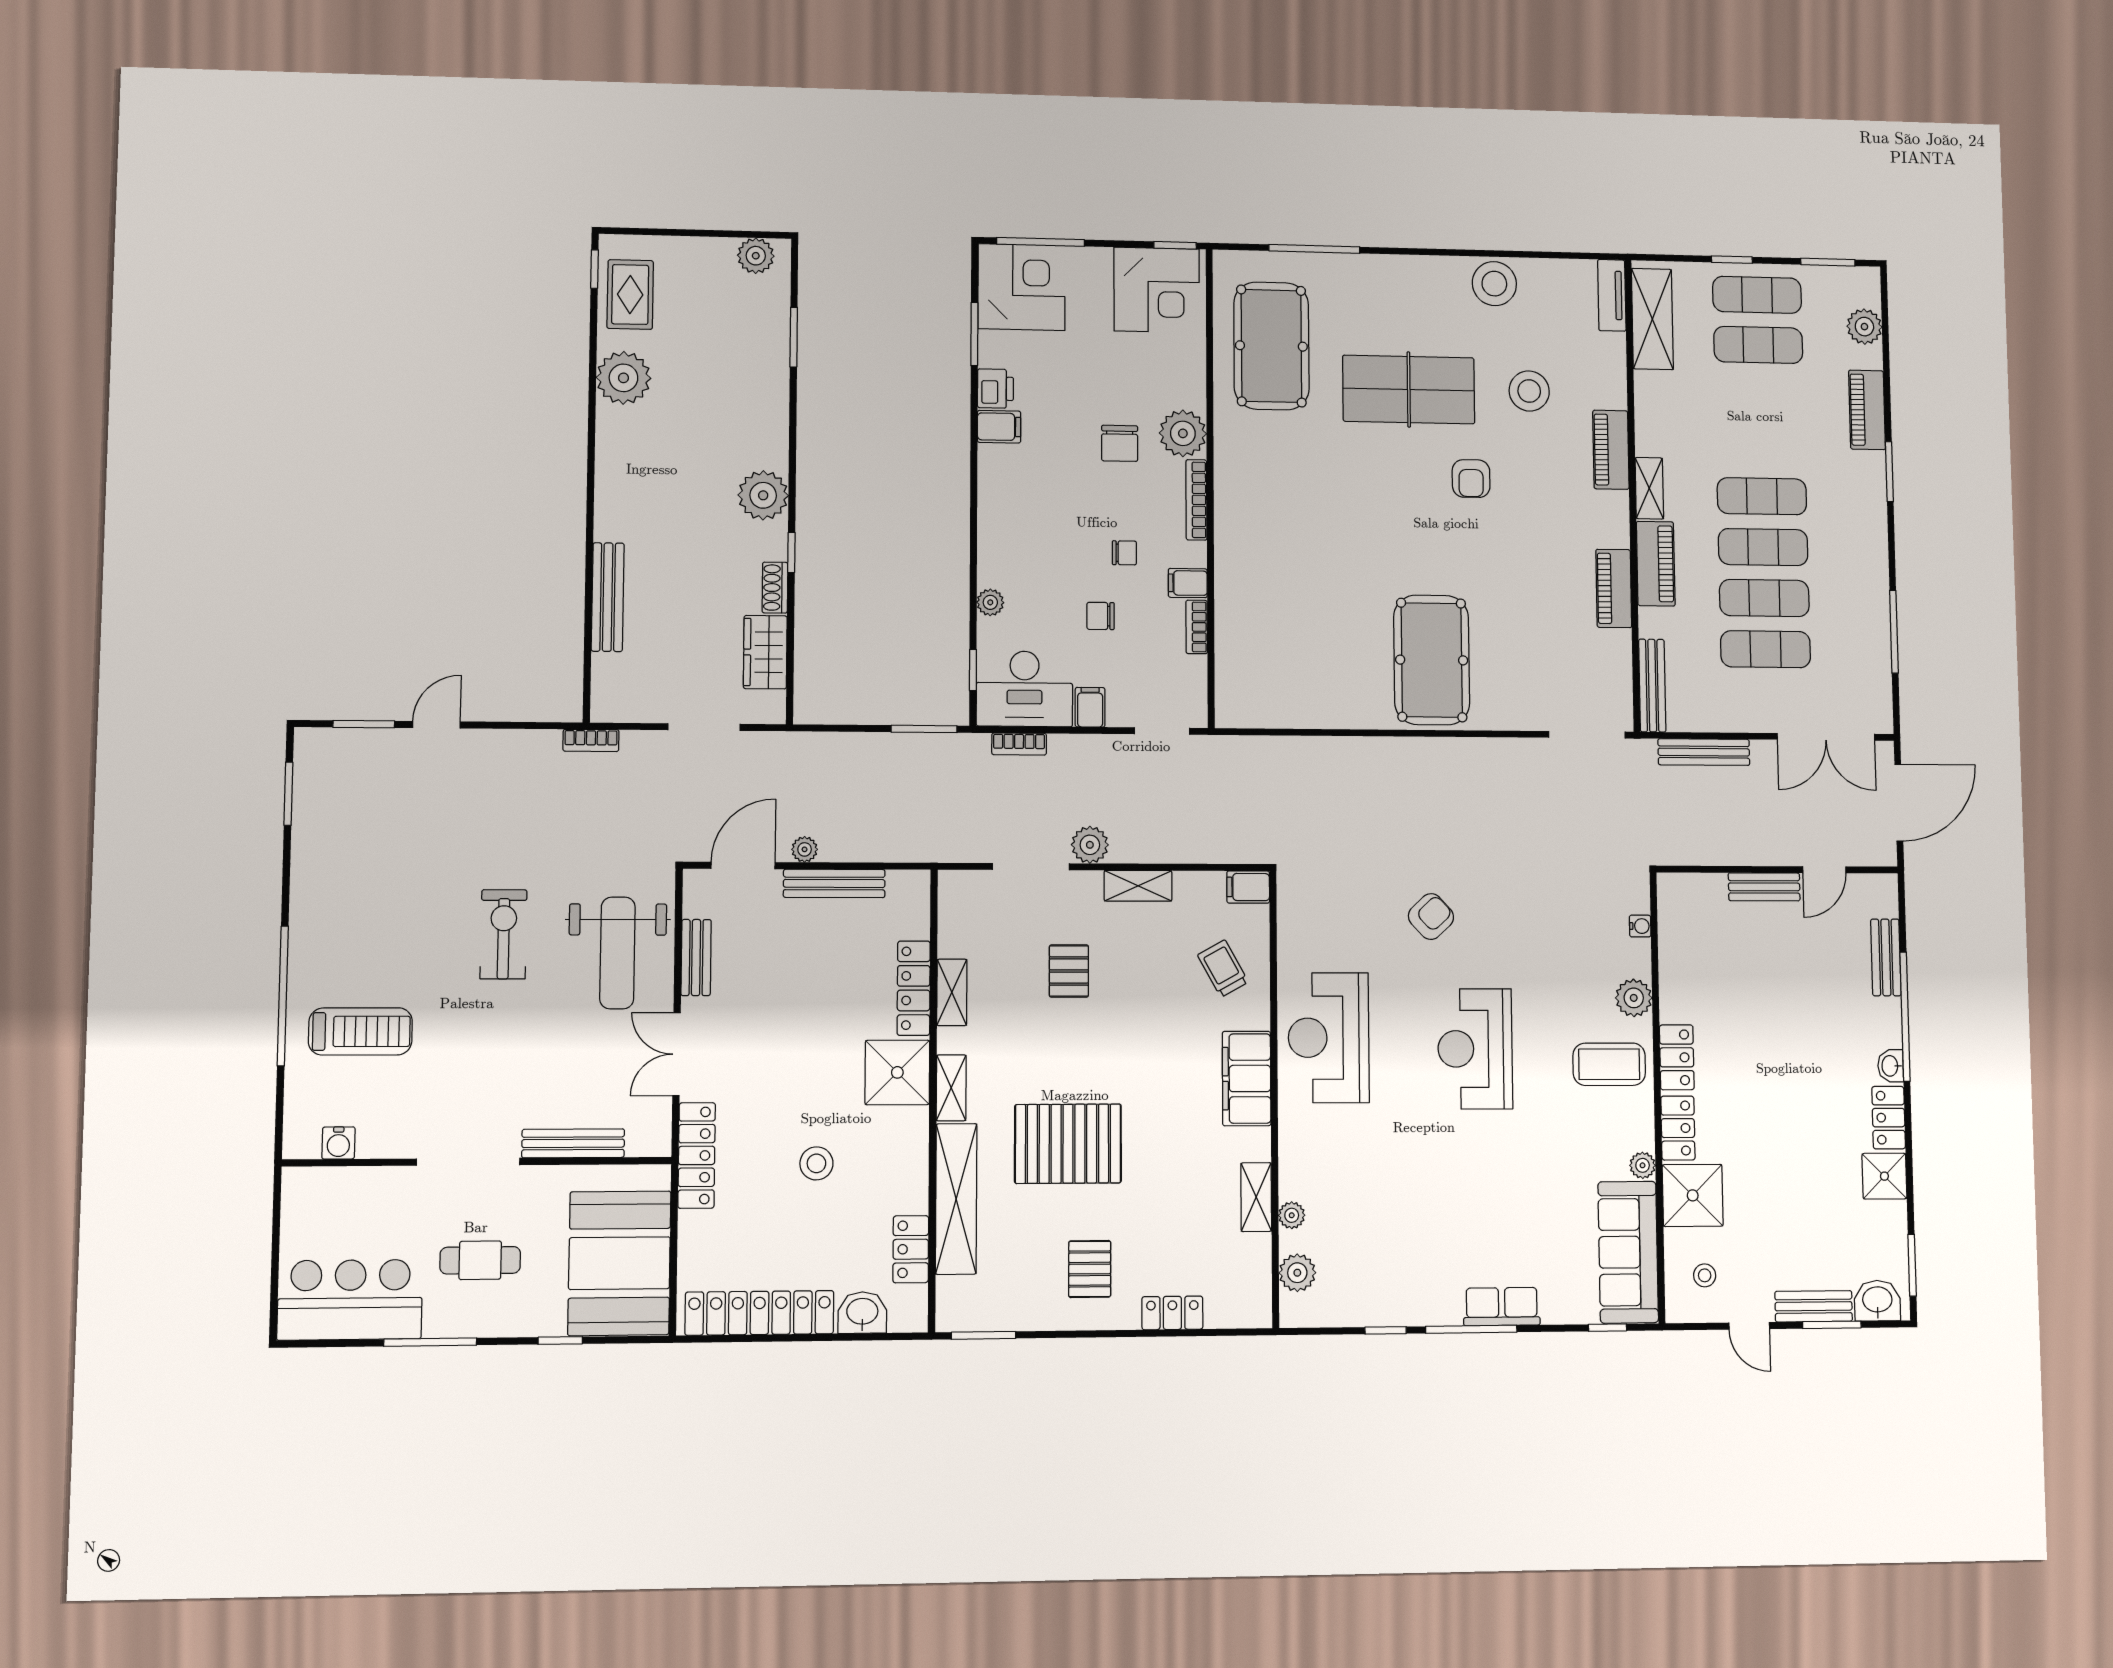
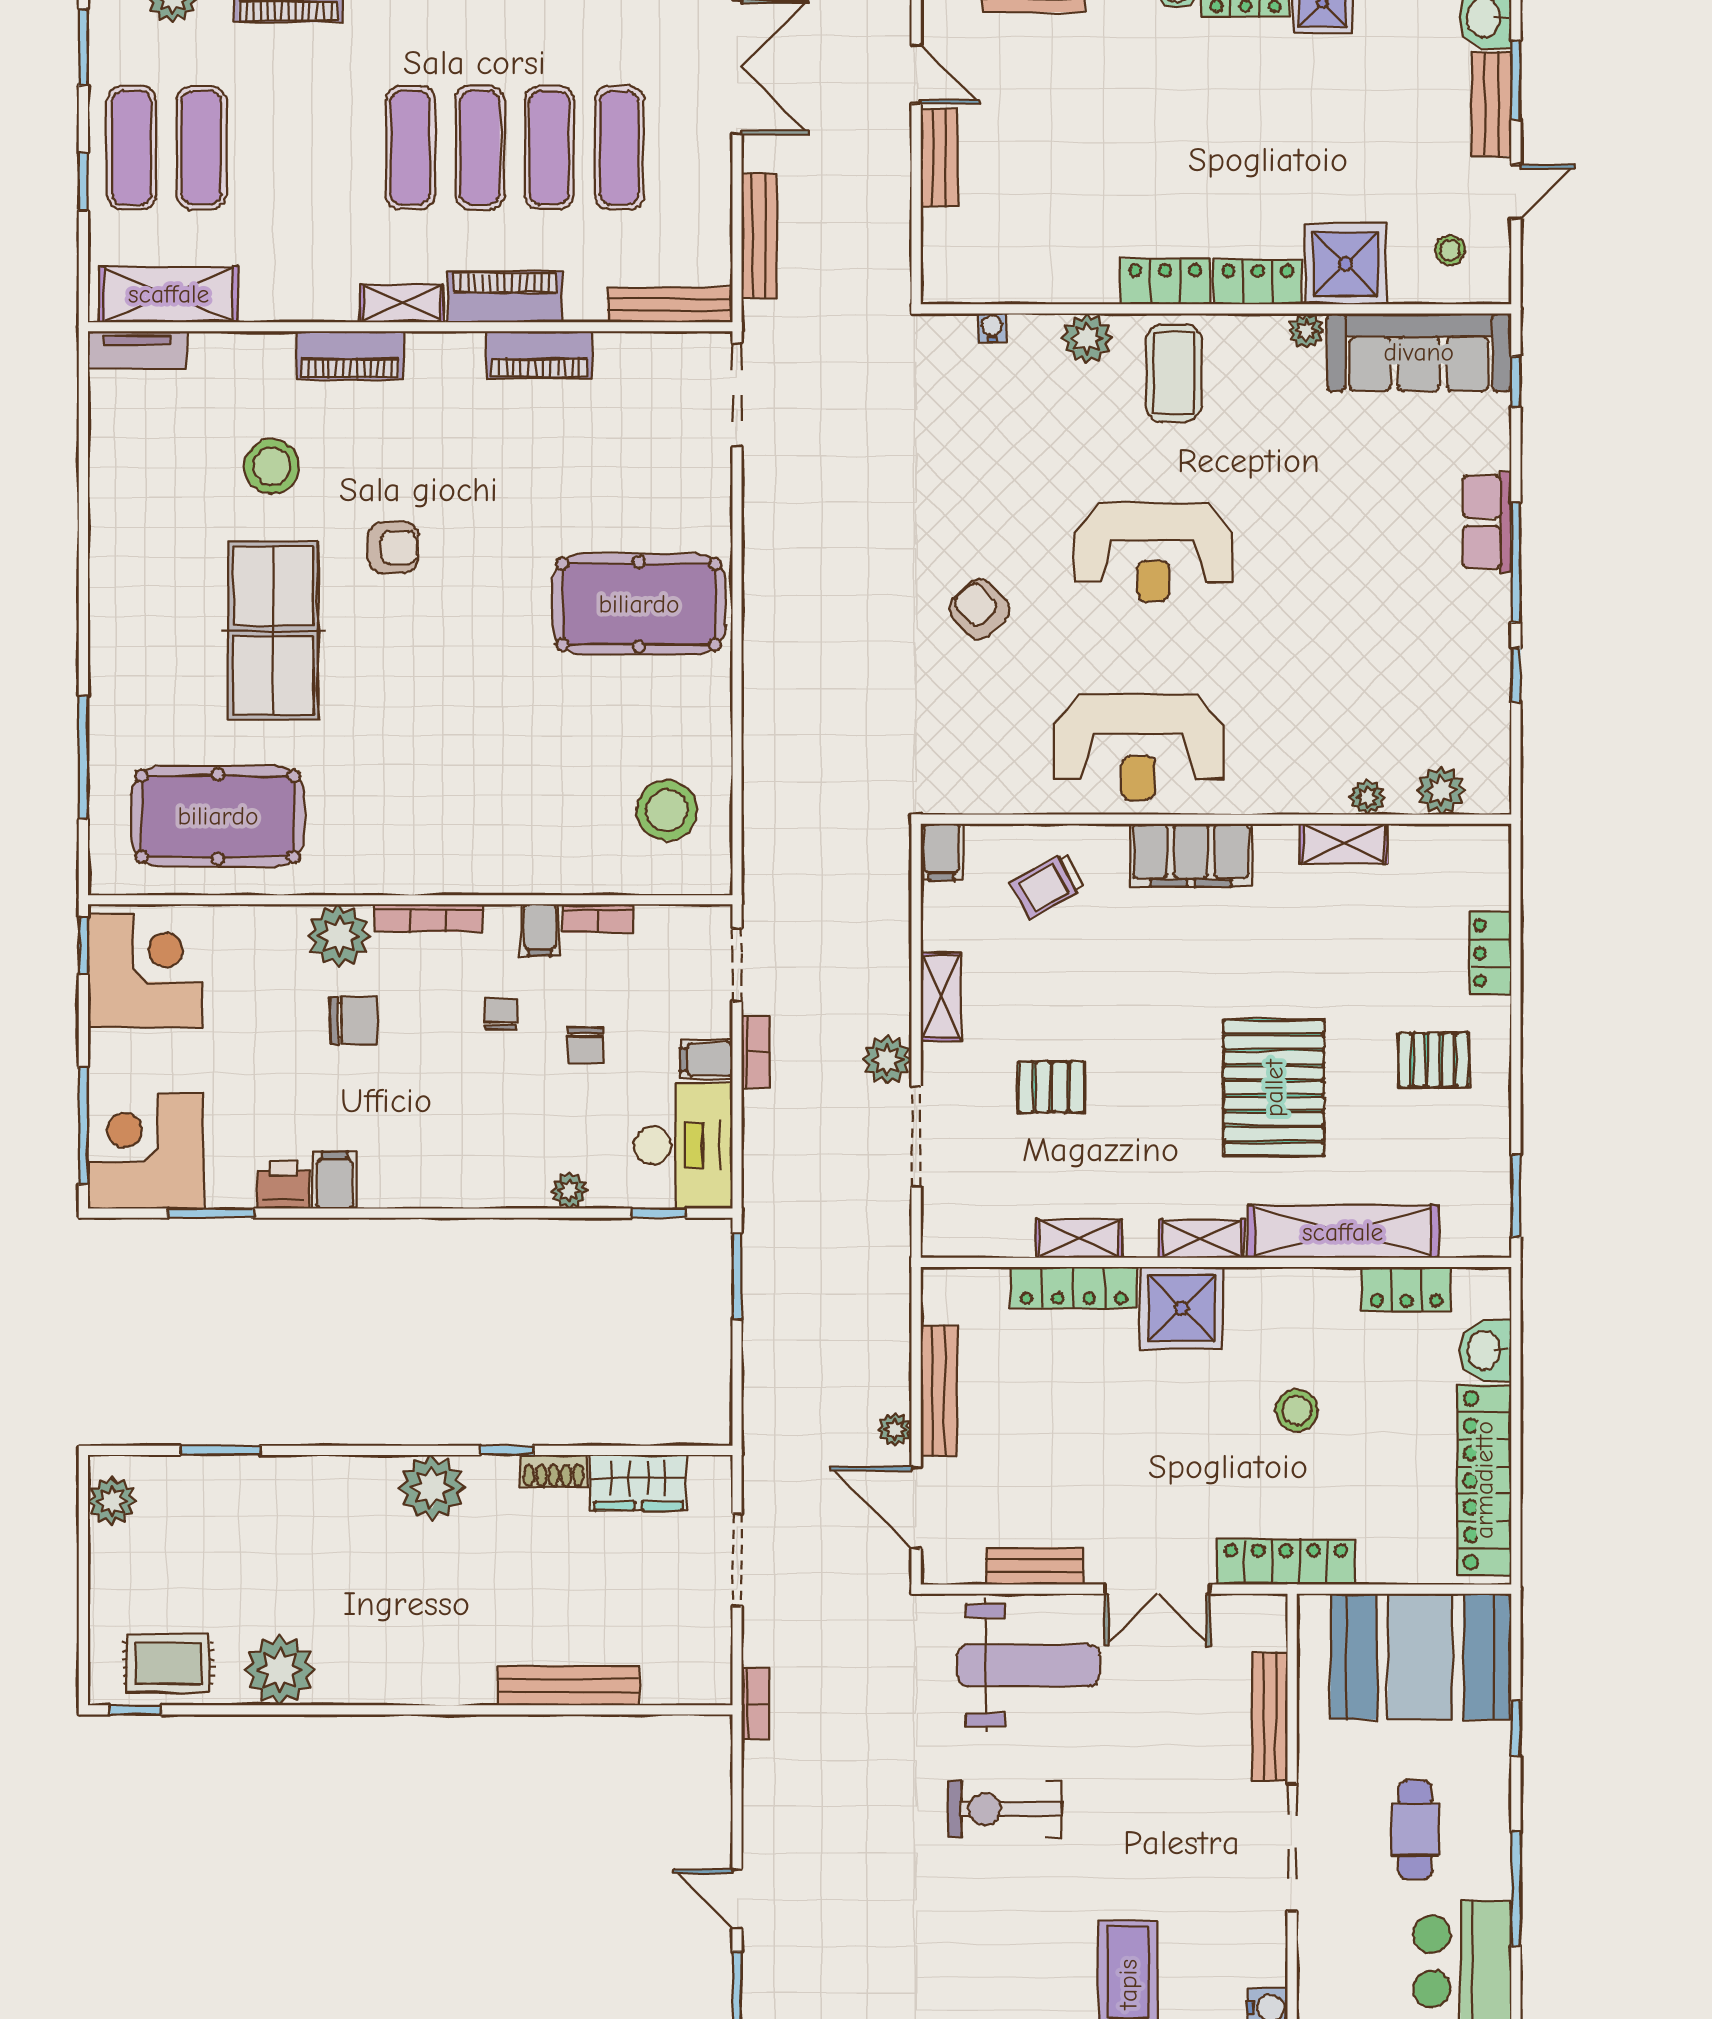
stool: (1494, 284) -> (667, 810), moved
bookcase: (1019, 744) -> (756, 1052), moved

